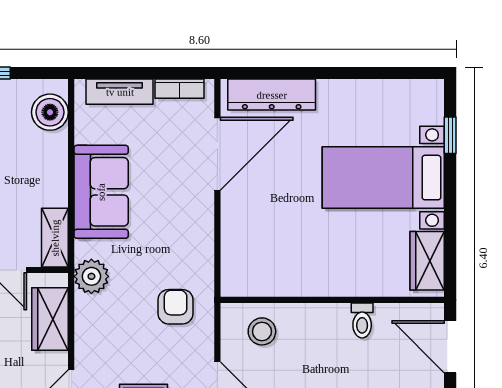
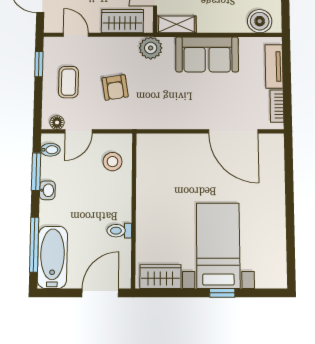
dresser: (272, 95) -> (274, 168), removed
window: (450, 135) -> (222, 293), moved
armchair: (176, 307) -> (115, 87), moved, turned 81

